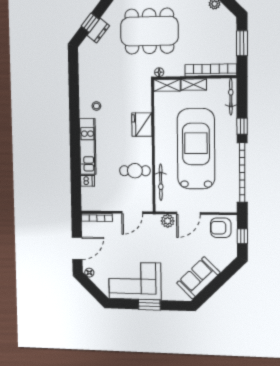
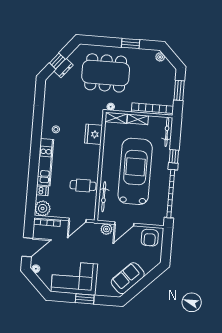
fridge: (142, 125) -> (93, 134), moved
plant: (90, 202) -> (43, 208), added
armchair: (221, 228) -> (150, 238), turned -90
window: (242, 236) -> (167, 246), removed

